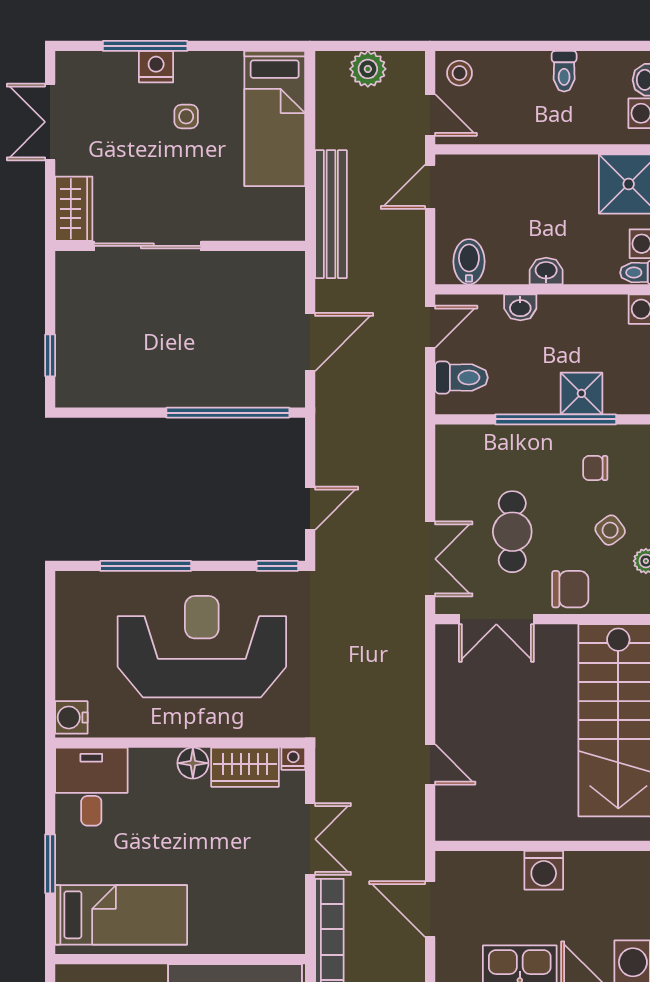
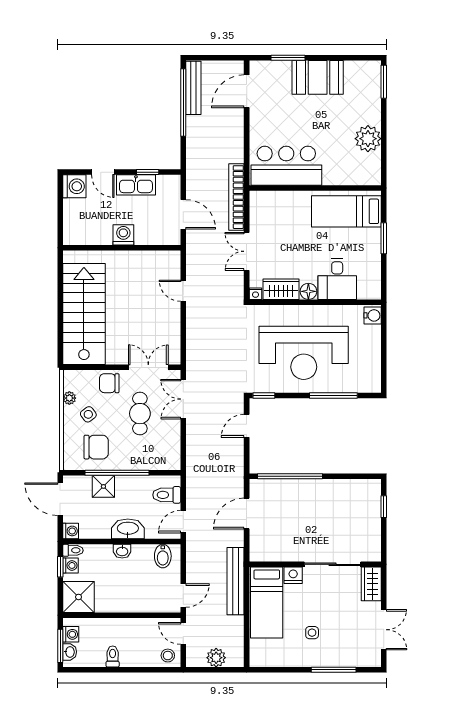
nightstand: (156, 67) -> (293, 575), moved, turned 180
bed: (275, 119) -> (267, 603), moved, turned 180
washbasin: (520, 307) -> (128, 529), width x1.91, depth x1.45
chair: (595, 468) -> (96, 447), width x1.87, depth x1.87
desk: (91, 787) -> (337, 279), moved

